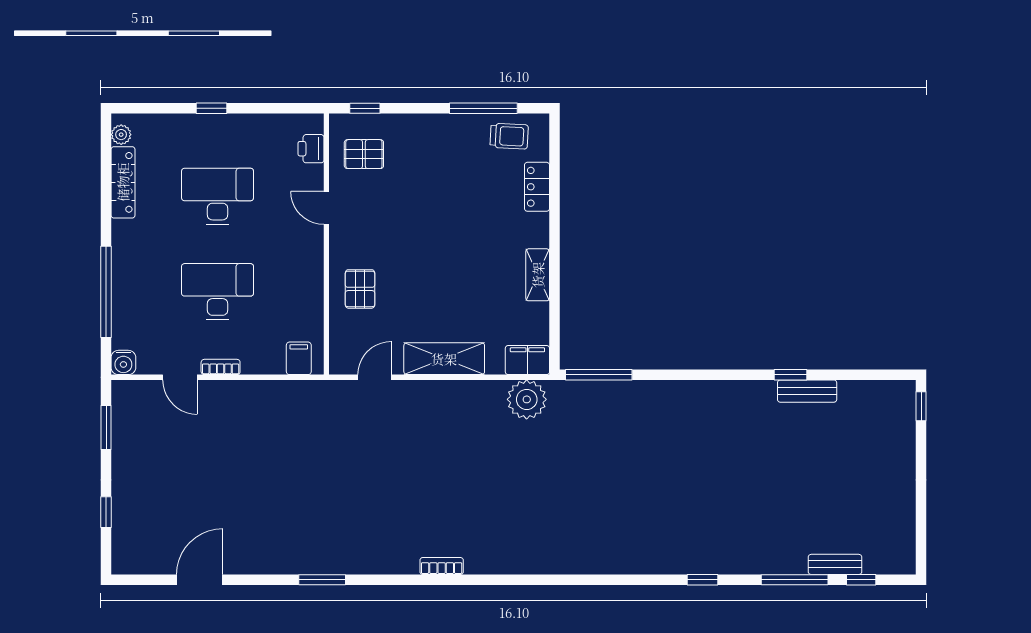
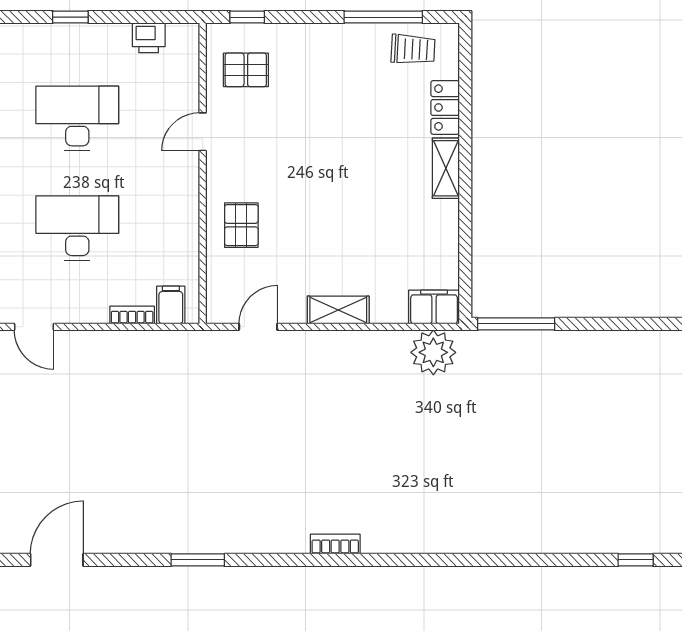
printer: (311, 149) -> (149, 38), moved, turned -90
door: (326, 208) -> (203, 132), hinge flipped
shelving: (538, 275) -> (446, 168), moved
shelving: (444, 359) -> (338, 310), width x0.67, depth x0.75
bookcase: (221, 367) -> (132, 315), moved

